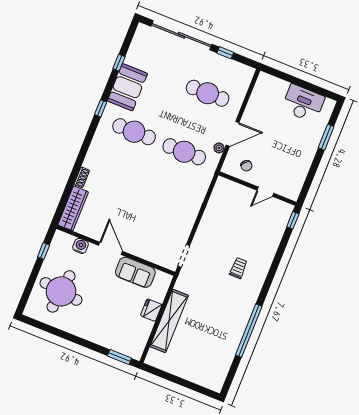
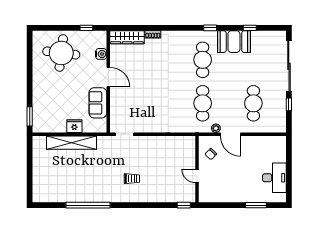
door: (111, 248) -> (108, 77), hinge flipped

